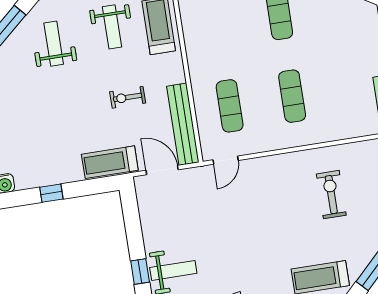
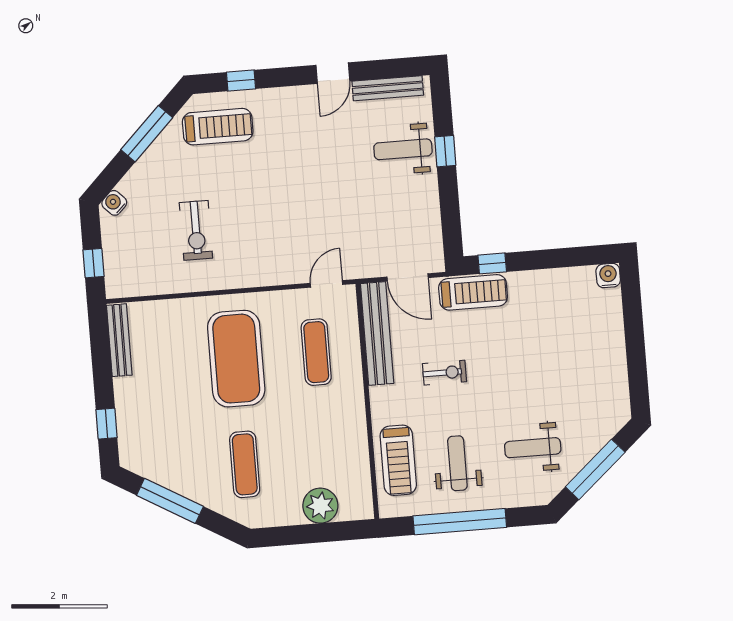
weight bench: (54, 44) -> (533, 448), turned 90
exercise mat: (292, 96) -> (236, 359), width x2.00, depth x1.45
window: (51, 193) -> (492, 263), moved

